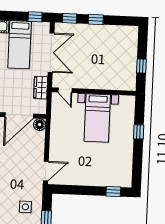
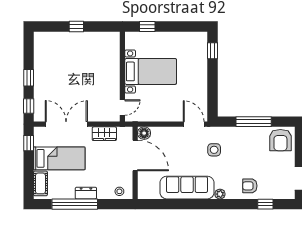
door: (65, 90) -> (122, 107), moved
wall: (94, 91) -> (122, 77), moved
bed with nightstands: (97, 118) -> (151, 71), moved
side table: (25, 207) -> (214, 150), moved

